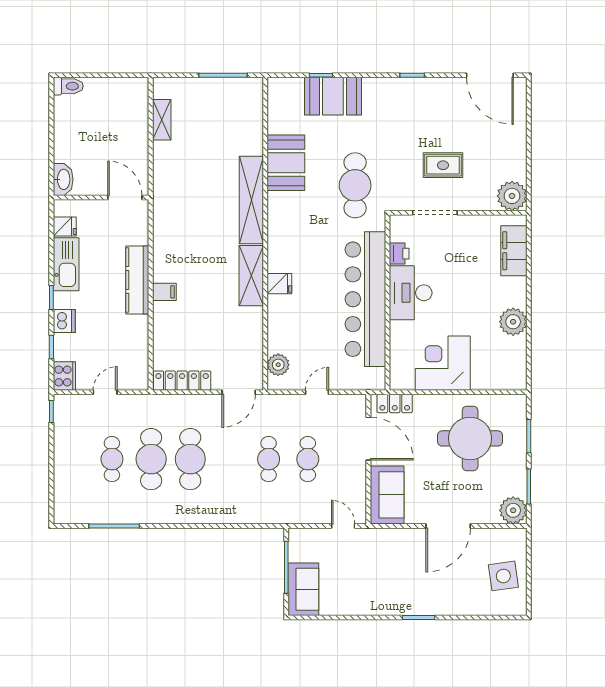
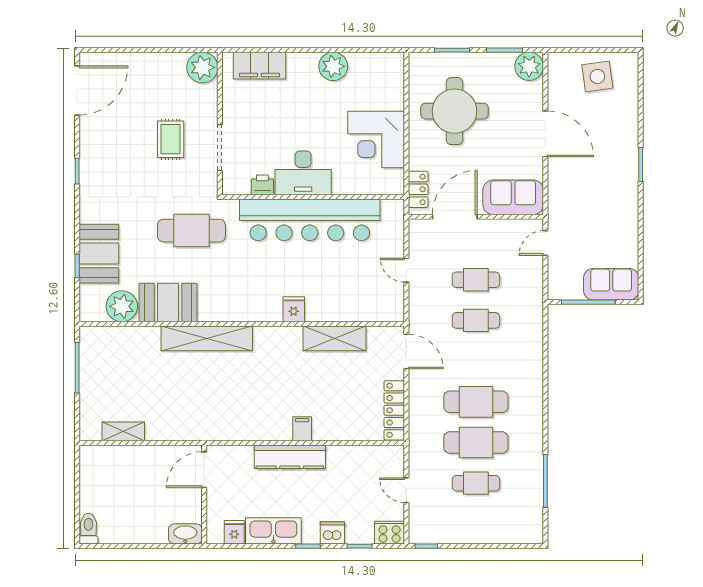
shelving: (251, 276) -> (334, 338), moved
plant: (278, 365) -> (122, 306), moved, width x1.36, depth x1.36

